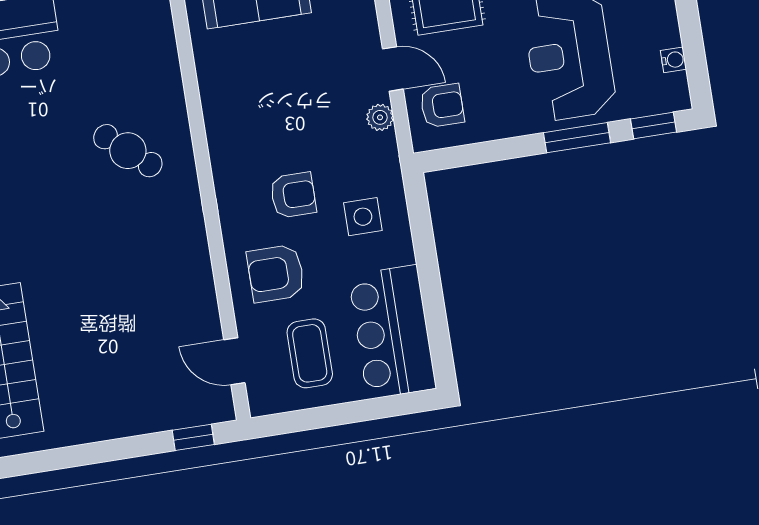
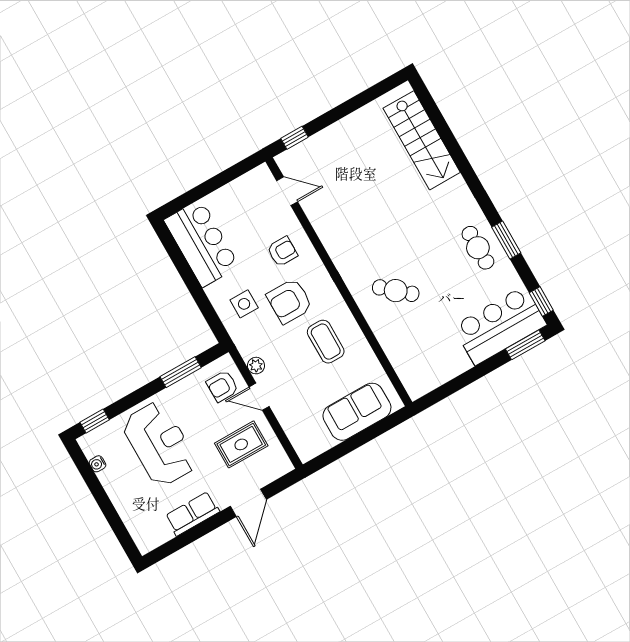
window: (577, 138) -> (181, 372), moved
armchair: (293, 195) -> (289, 301), width x1.38, depth x1.38
armchair: (276, 273) -> (282, 252), width x0.72, depth x0.72
coffee table: (310, 353) -> (326, 342), moved

